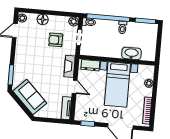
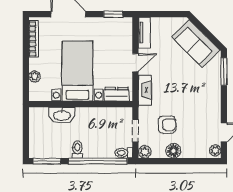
floor lamp: (43, 20) -> (173, 151), moved
door: (75, 87) -> (135, 63), swing flipped

